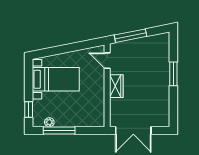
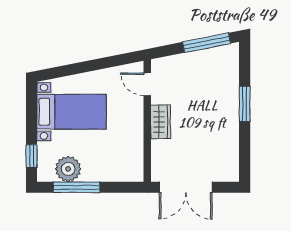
window: (130, 36) -> (207, 43), moved
plant: (49, 122) -> (68, 169), width x1.88, depth x1.88

